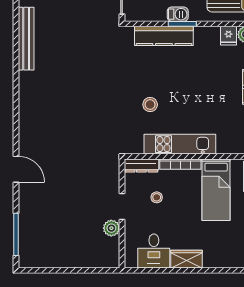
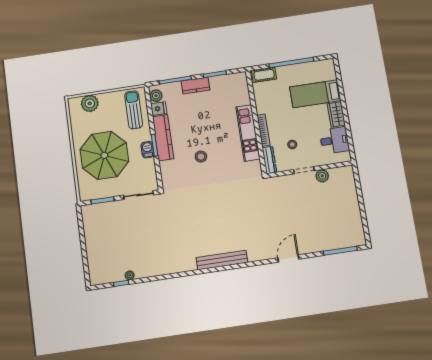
kitchen counter: (164, 36) -> (163, 138), moved
bench: (26, 39) -> (222, 260), moved
stool: (150, 105) -> (201, 157), moved
bed: (216, 190) -> (315, 94), moved, turned 180

